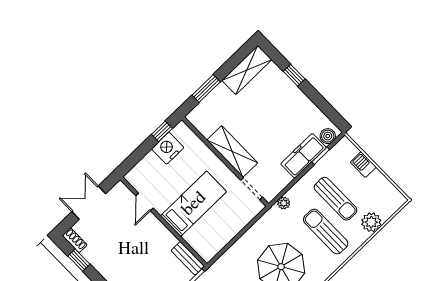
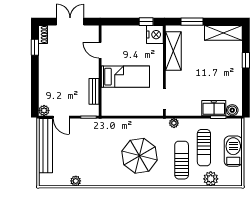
nightstand: (168, 148) -> (155, 35), moved, turned 90
shelving: (232, 151) -> (173, 51), moved
freezer: (303, 156) -> (214, 108), width x0.71
barbecue: (363, 165) -> (233, 151), width x1.88, depth x1.53
door: (144, 202) -> (100, 50), hinge flipped
bench: (188, 258) -> (94, 91), moved

